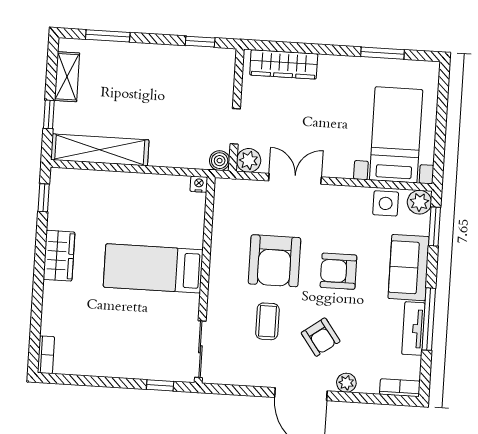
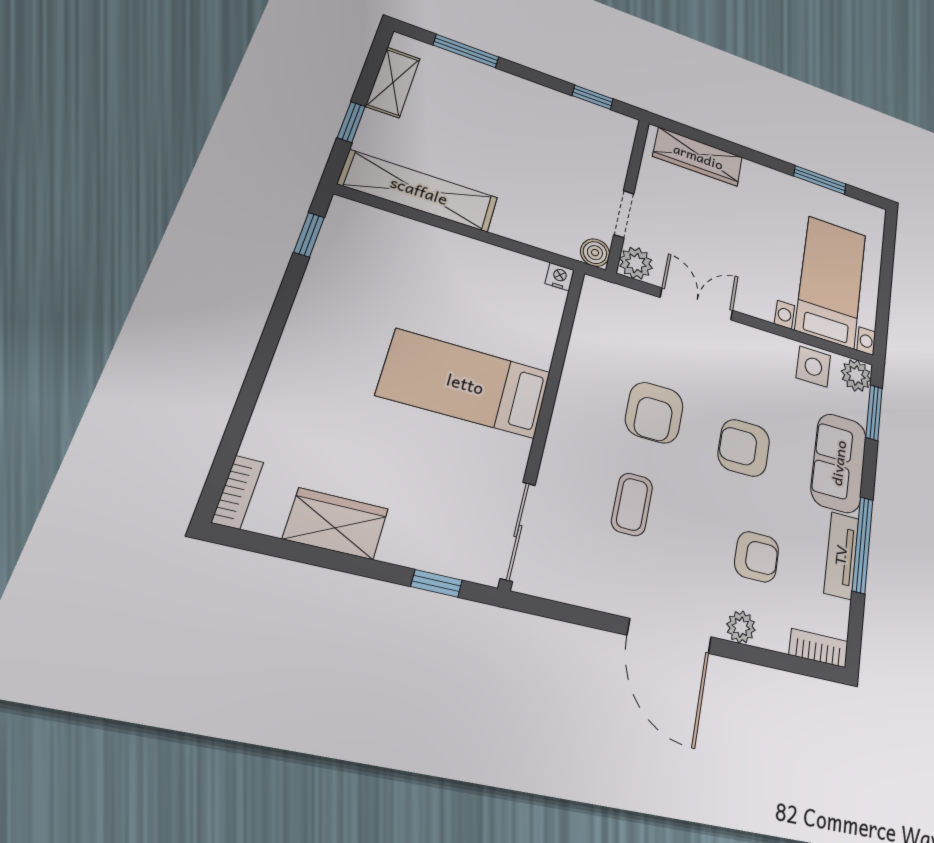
wardrobe: (59, 256) -> (336, 524), moved, turned -90
armchair: (275, 261) -> (654, 413), width x0.73, depth x0.73
armchair: (321, 337) -> (757, 557), moved, turned -54

